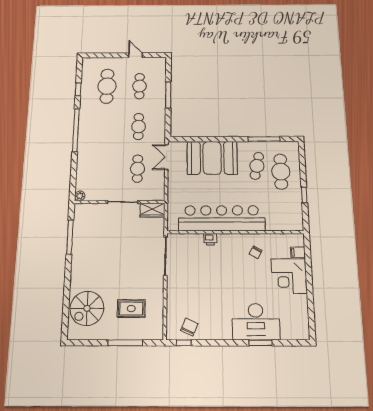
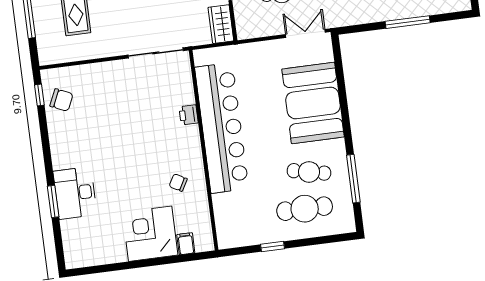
desk: (256, 322) -> (75, 193), width x0.73, depth x0.77

